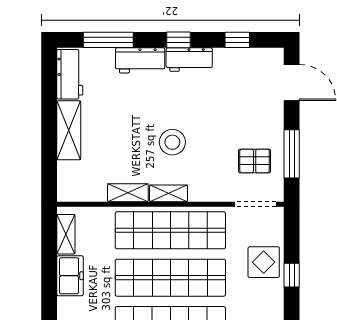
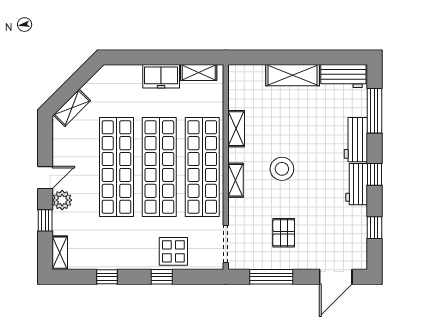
pallet: (255, 161) -> (284, 233), moved
shelving: (169, 193) -> (236, 180), moved

